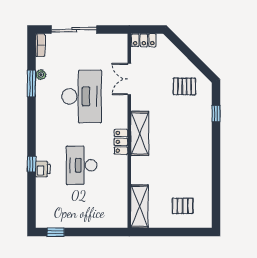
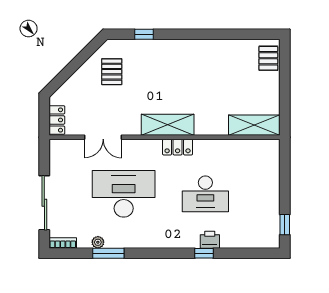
pallet: (183, 206) -> (268, 58), moved

